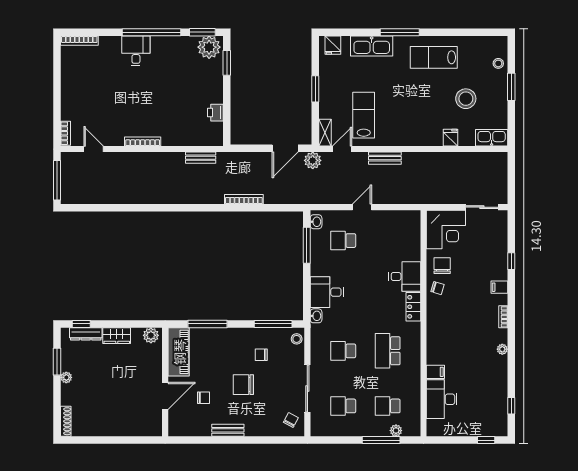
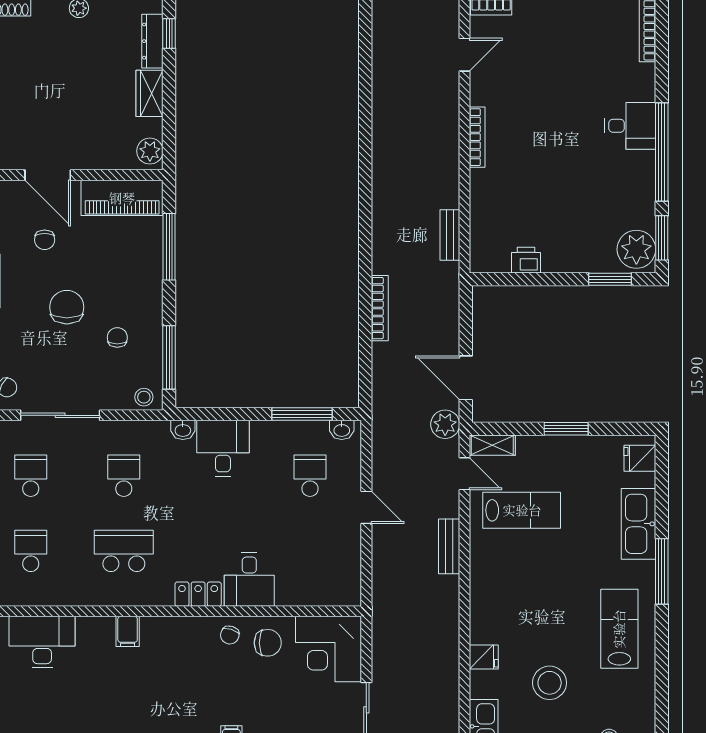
filing cabinet: (435, 372) -> (128, 631), moved

